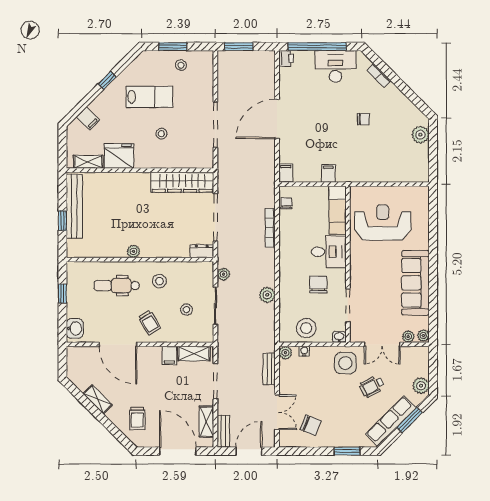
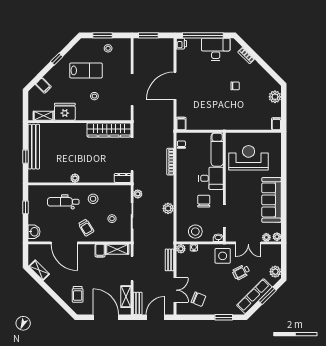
filing cabinet: (328, 173) -> (276, 124), moved
shelving: (98, 399) -> (39, 270), moved

